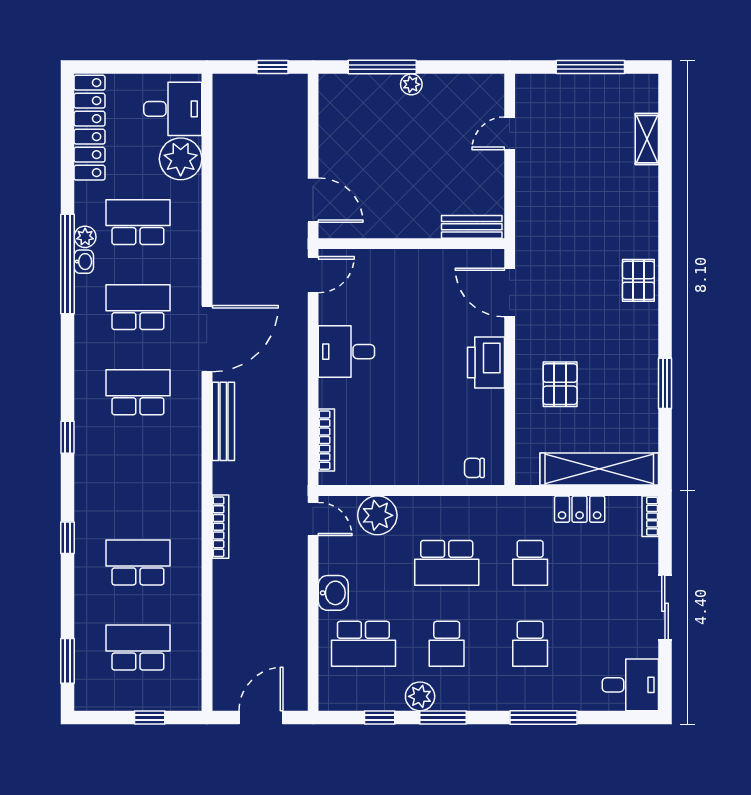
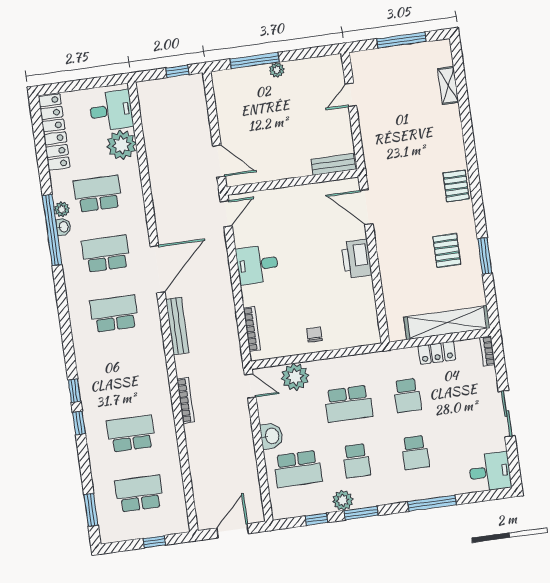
pallet: (560, 384) -> (447, 250), moved
window: (68, 437) -> (74, 391), moved
chair: (474, 468) -> (314, 335), moved, turned 90

